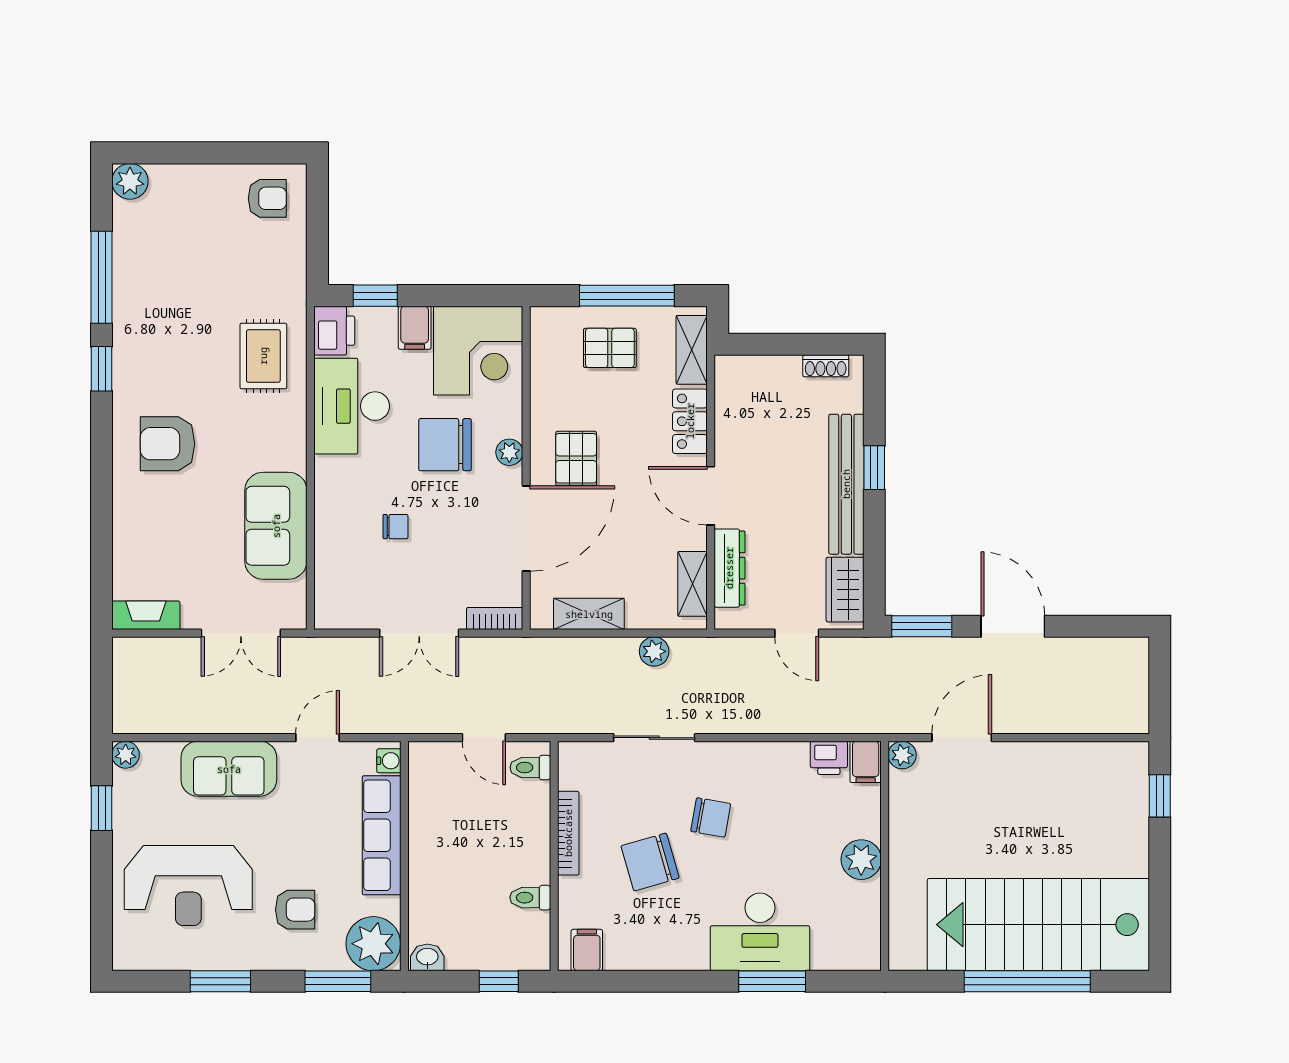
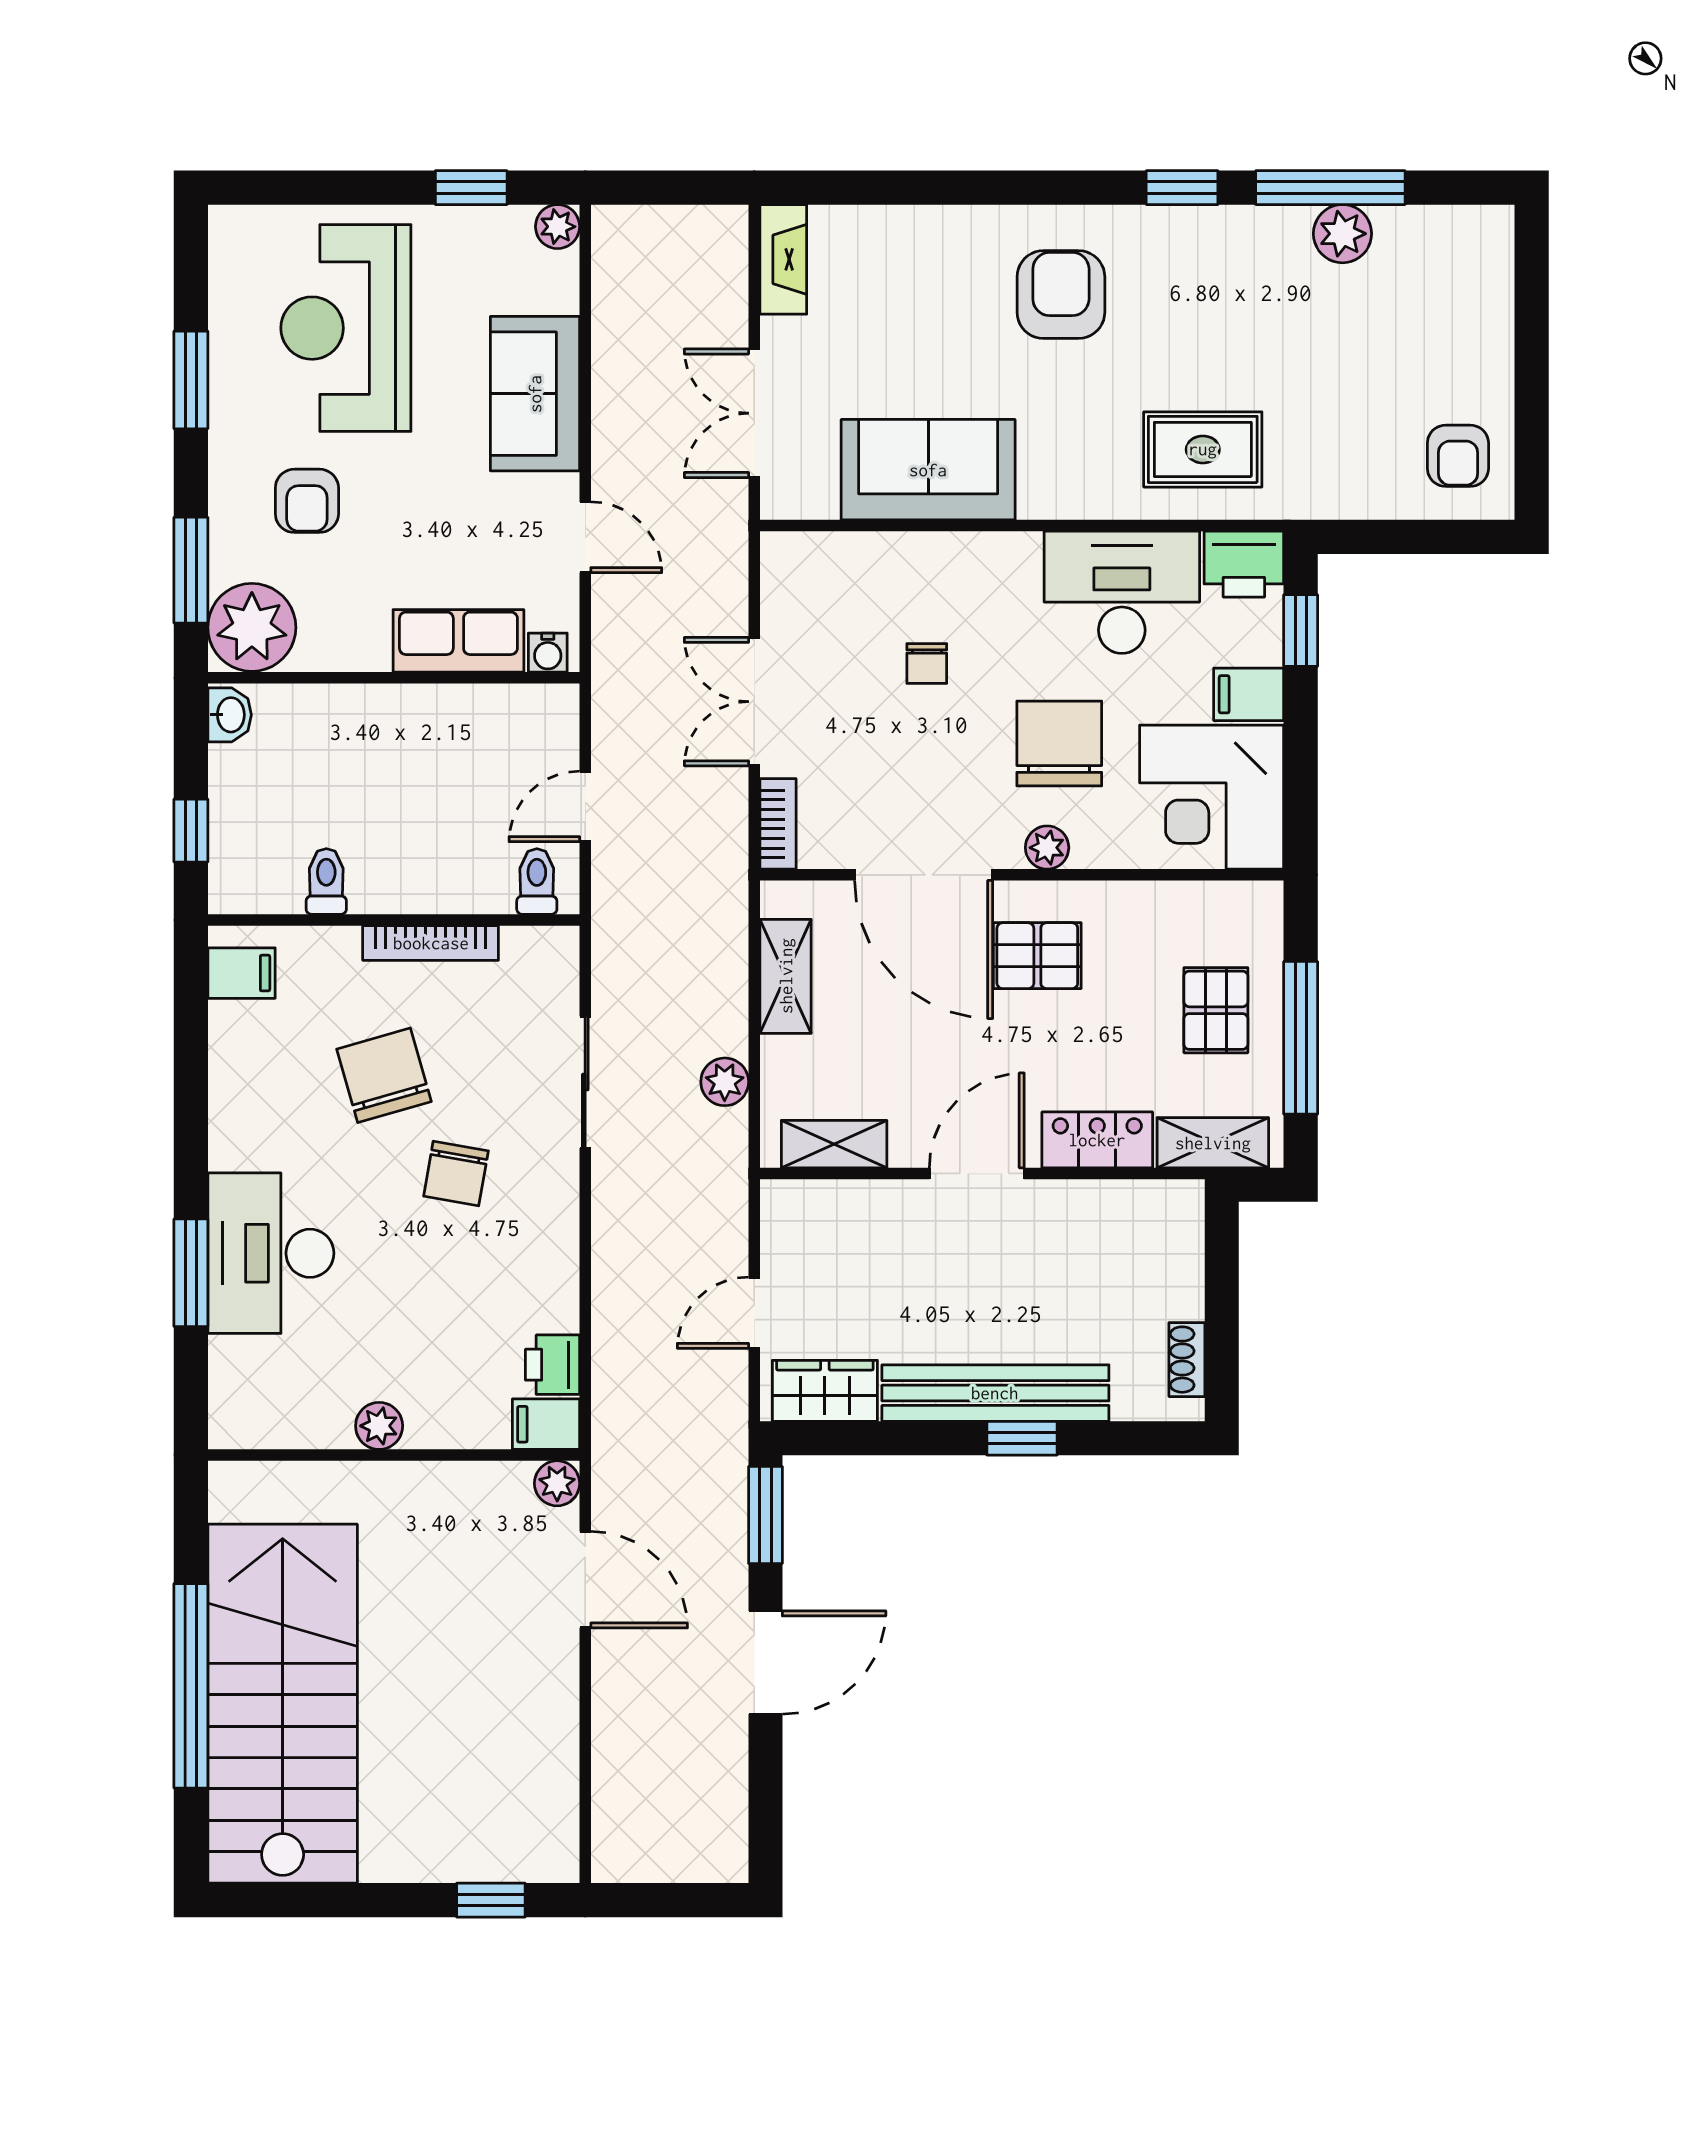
plant: (130, 181) -> (1342, 234), moved
dresser: (729, 568) -> (860, 1204), removed
row of seats: (382, 835) -> (458, 641), width x0.68
plant: (861, 860) -> (379, 1426), width x0.73, depth x0.73

